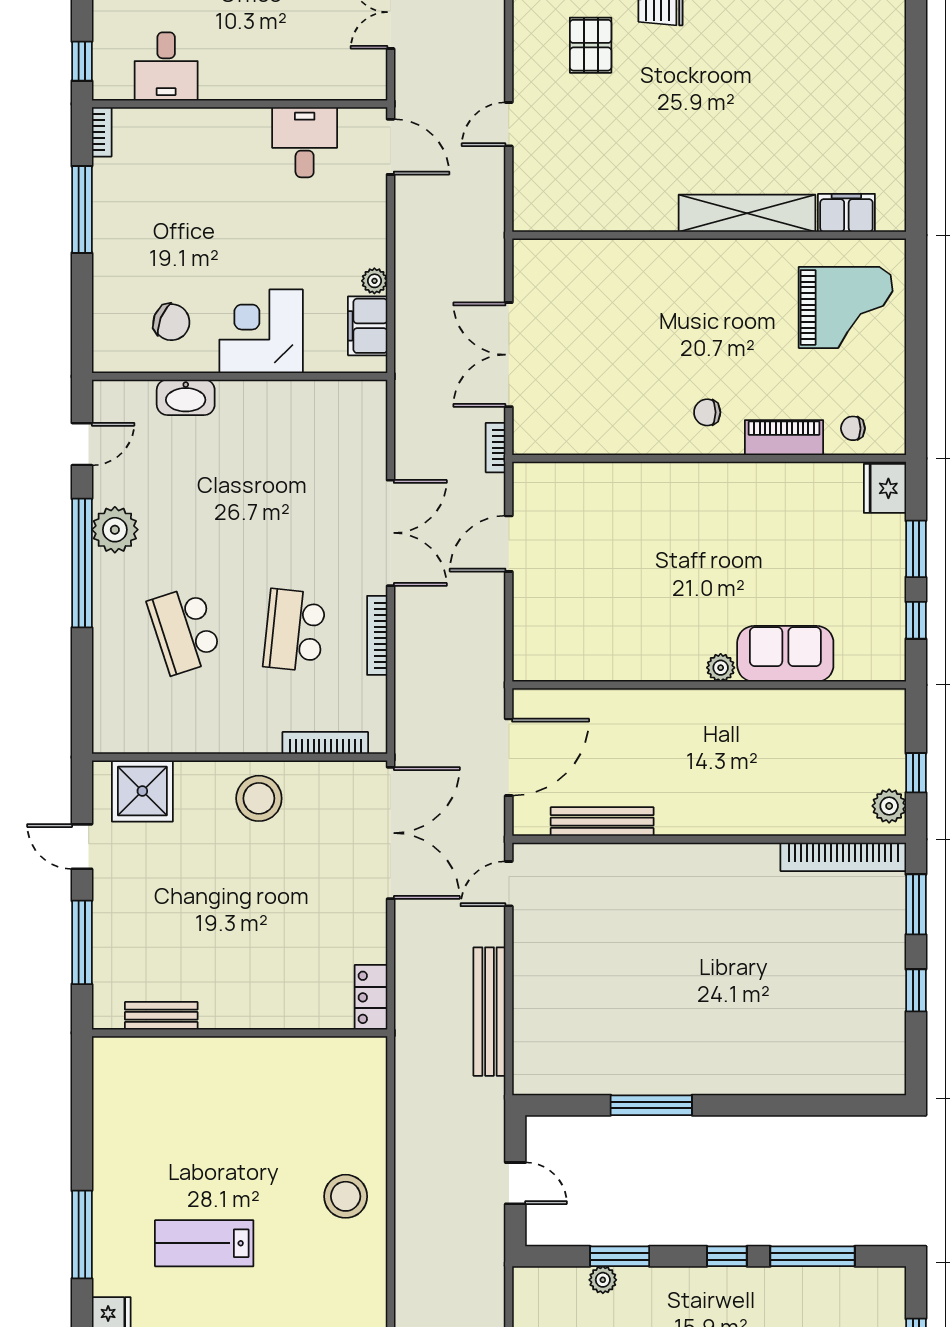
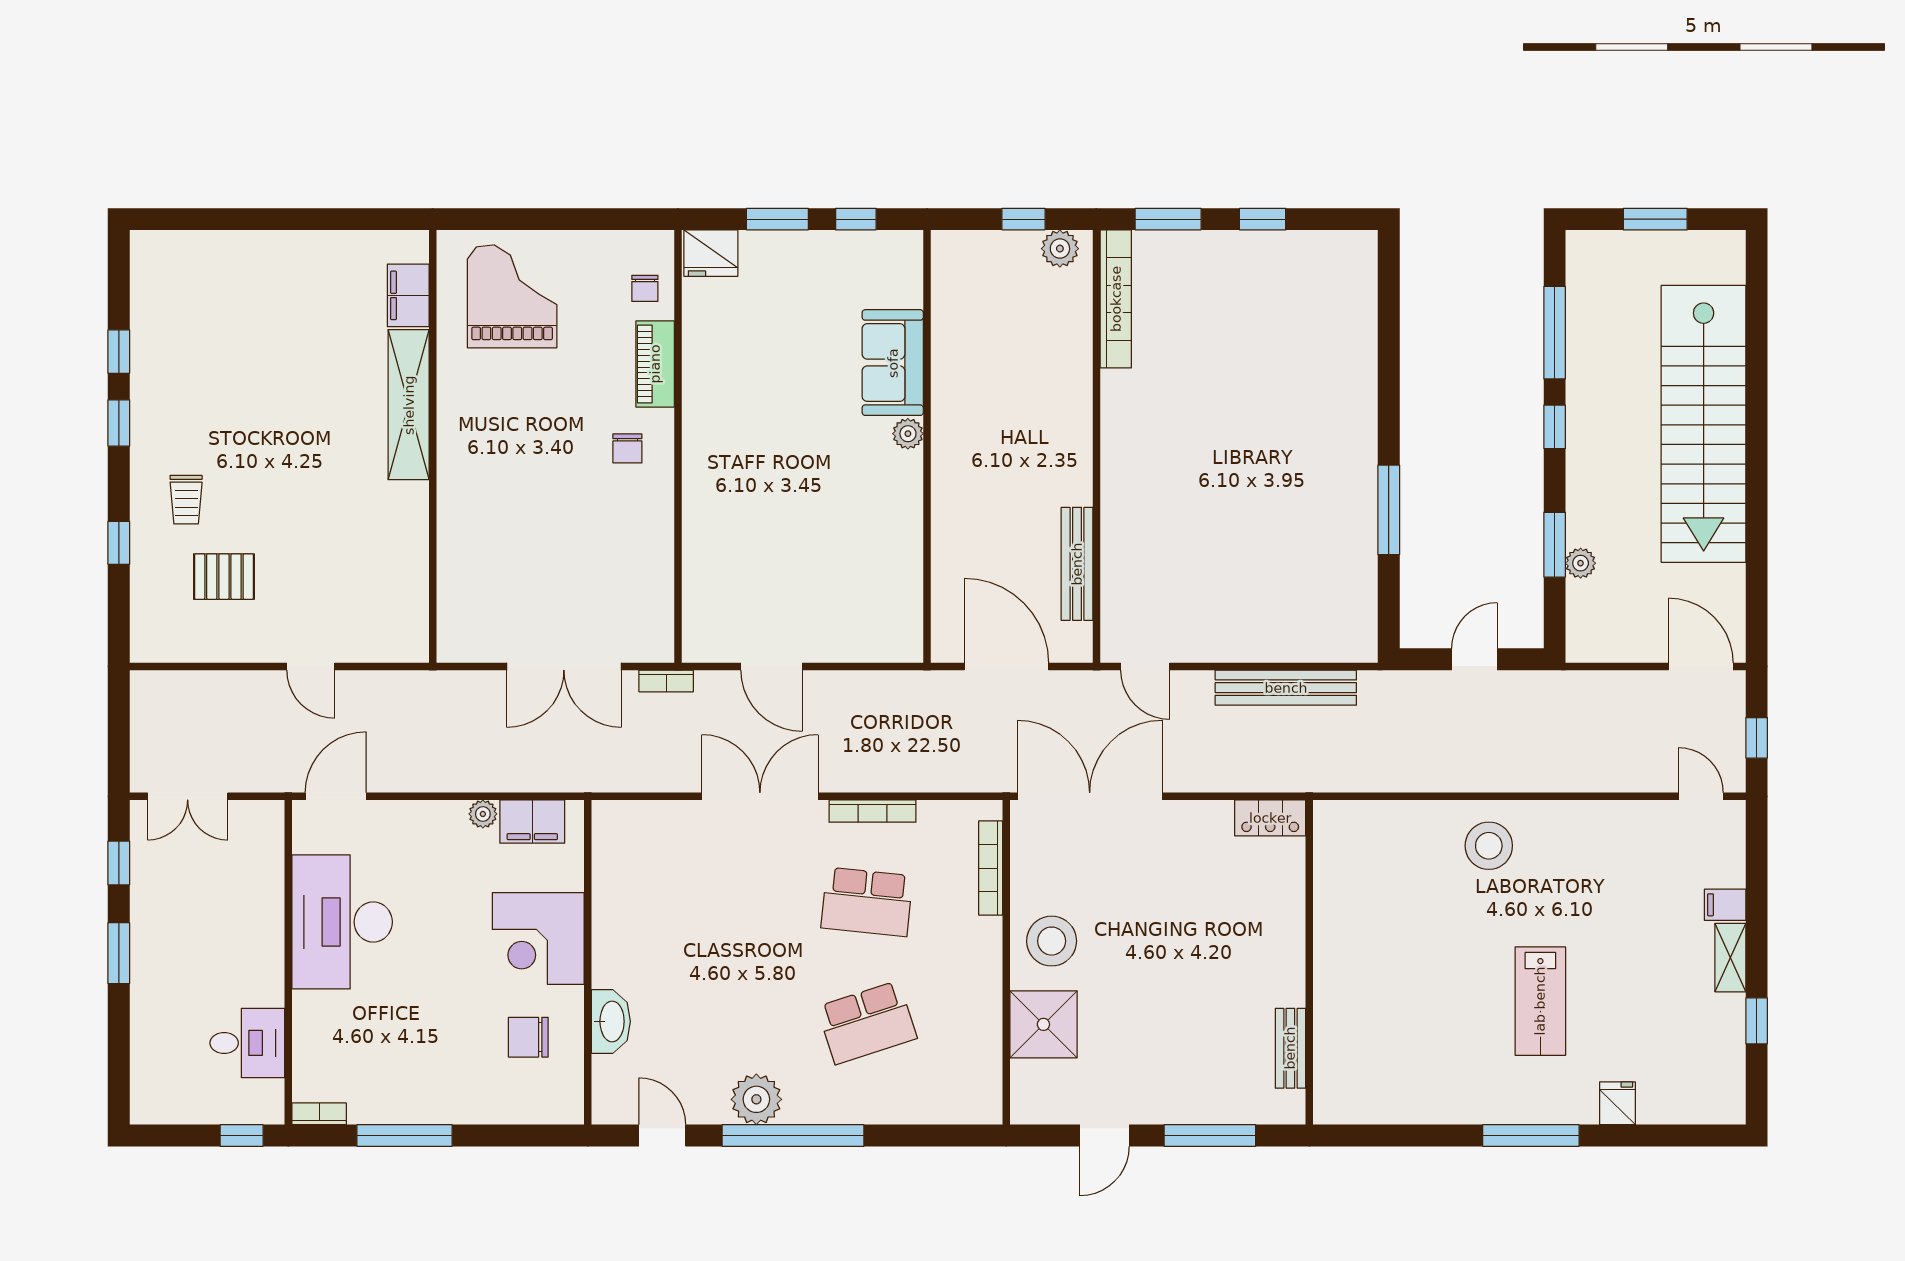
desk: (305, 142) -> (342, 922), width x1.87, depth x1.30
chair: (171, 322) -> (528, 1037), turned -112
shower: (142, 791) -> (1043, 1024), moved

